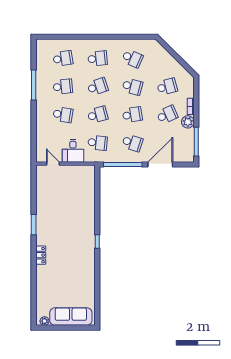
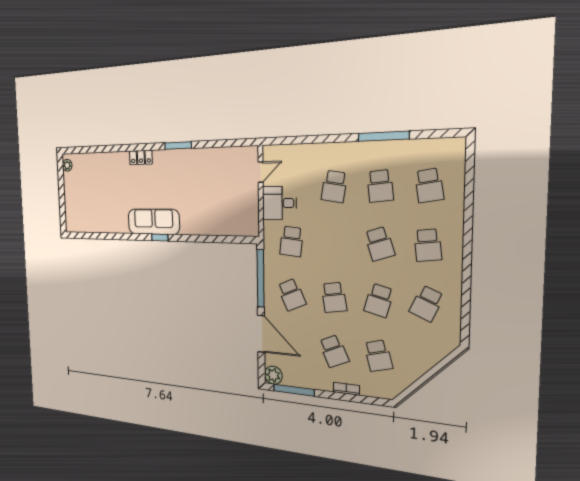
school desk: (98, 115) -> (334, 243), removed
plant: (188, 122) -> (273, 375), moved
school desk: (132, 143) -> (292, 295), turned -42
sofa: (71, 317) -> (154, 222), moved, turned -90

